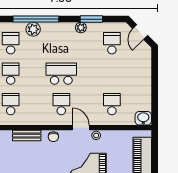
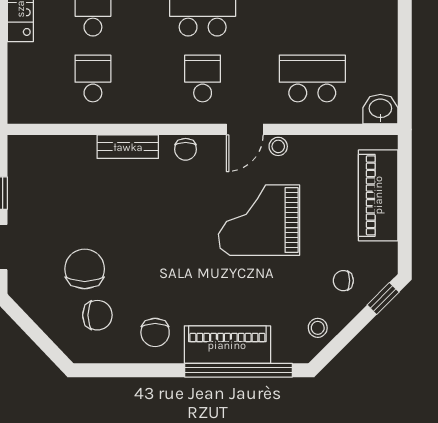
school desk: (112, 104) -> (312, 78), width x1.85
door: (81, 128) -> (245, 129), swing flipped

